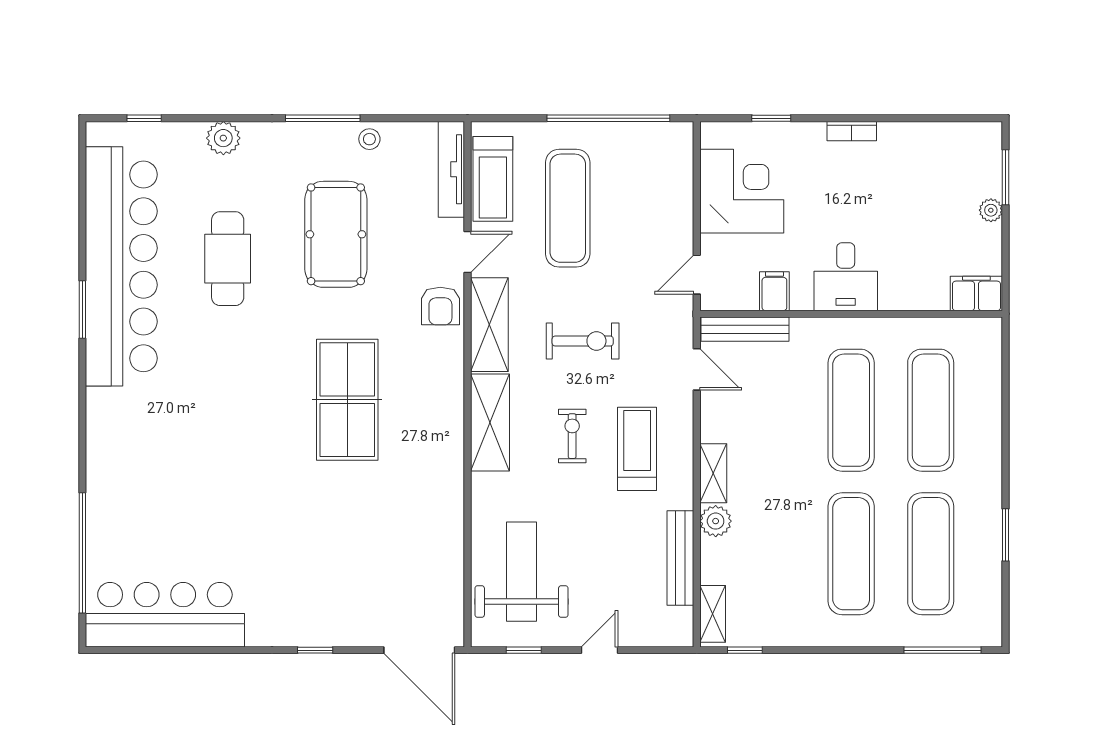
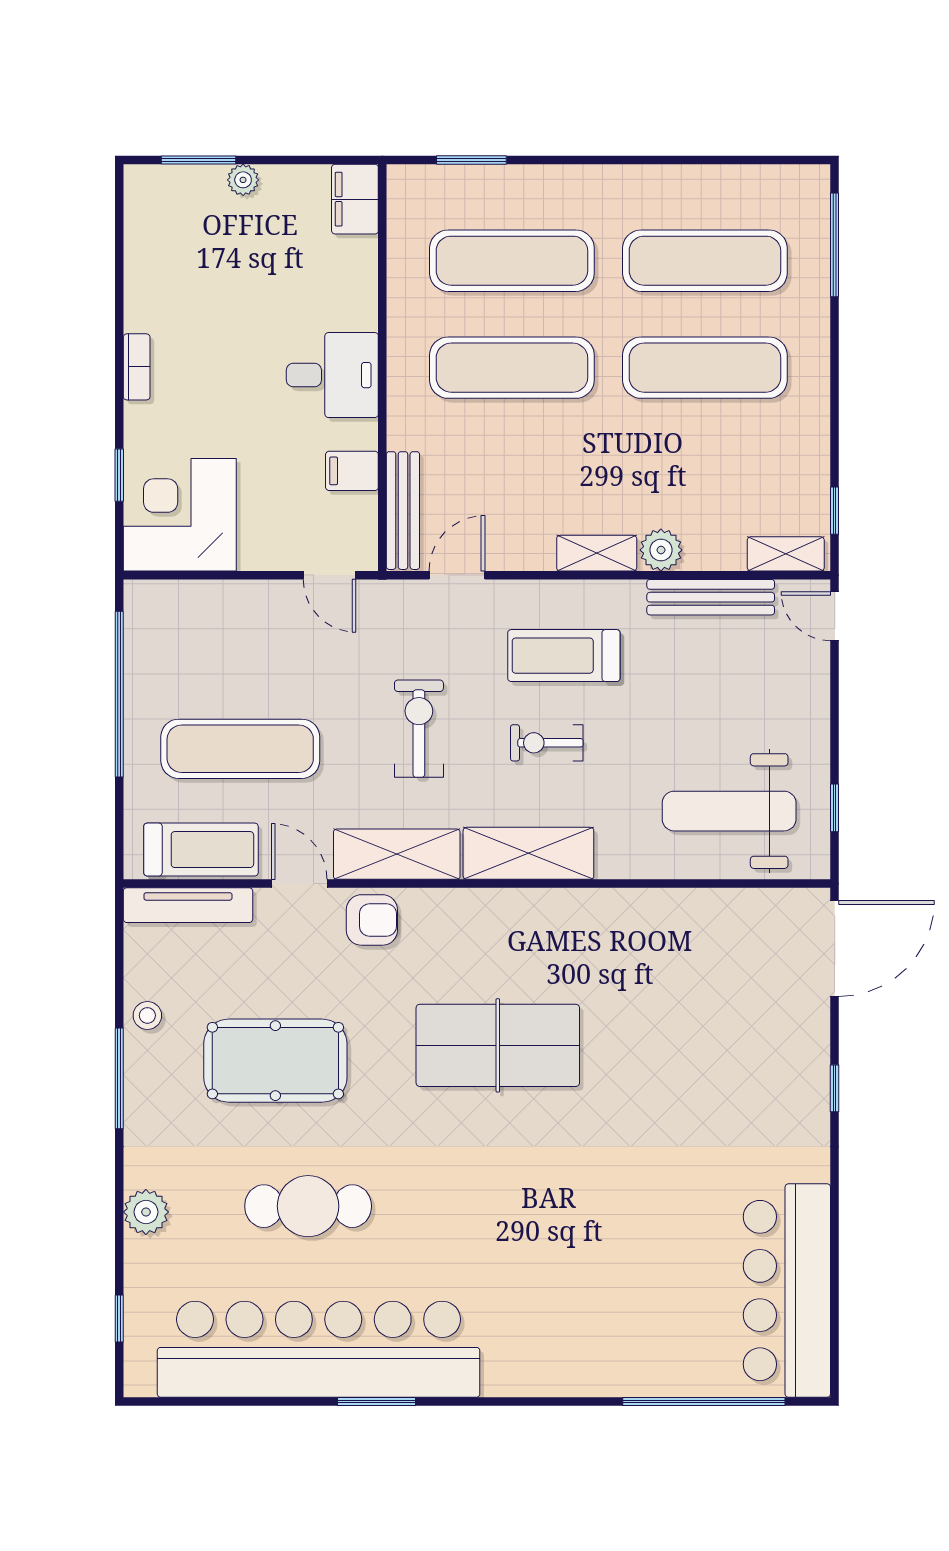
corner desk: (742, 191) -> (180, 515), moved
window: (1006, 535) -> (471, 160), moved
door: (599, 650) -> (835, 616), moved

